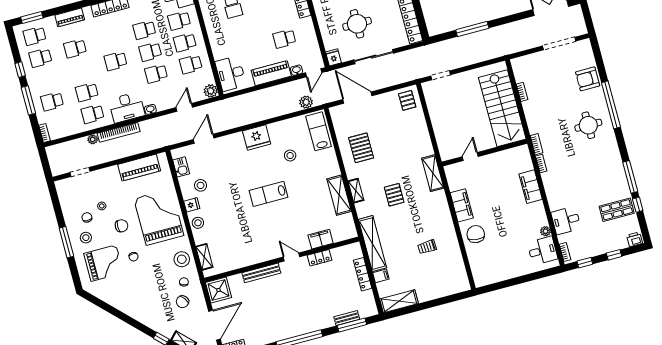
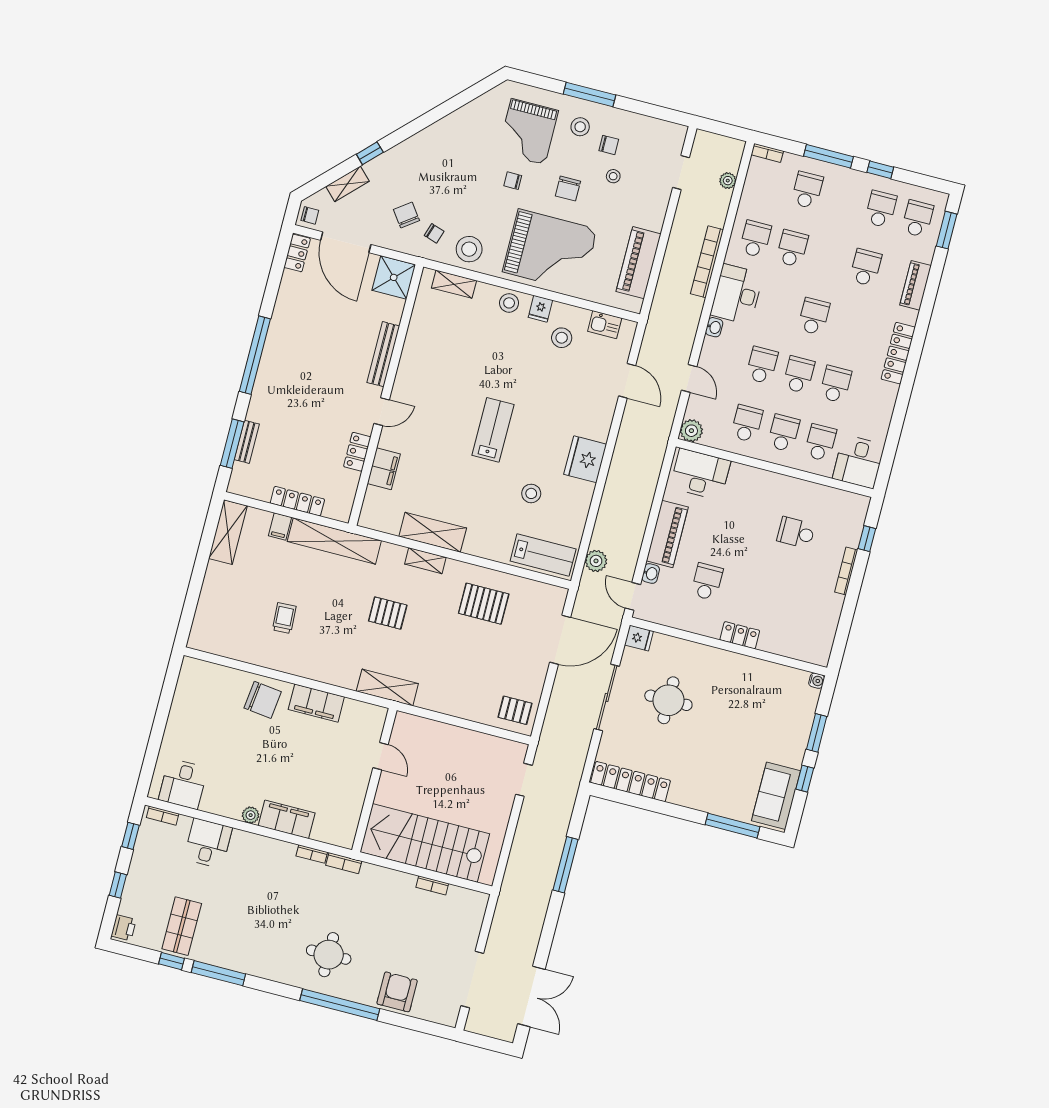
plant: (93, 139) -> (728, 181), moved
plant: (546, 231) -> (251, 815), moved

